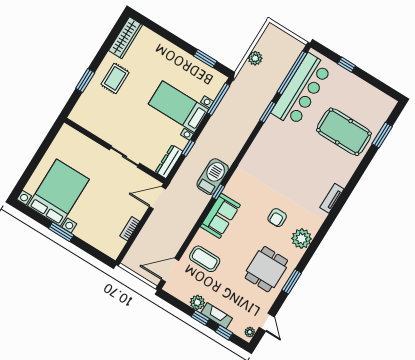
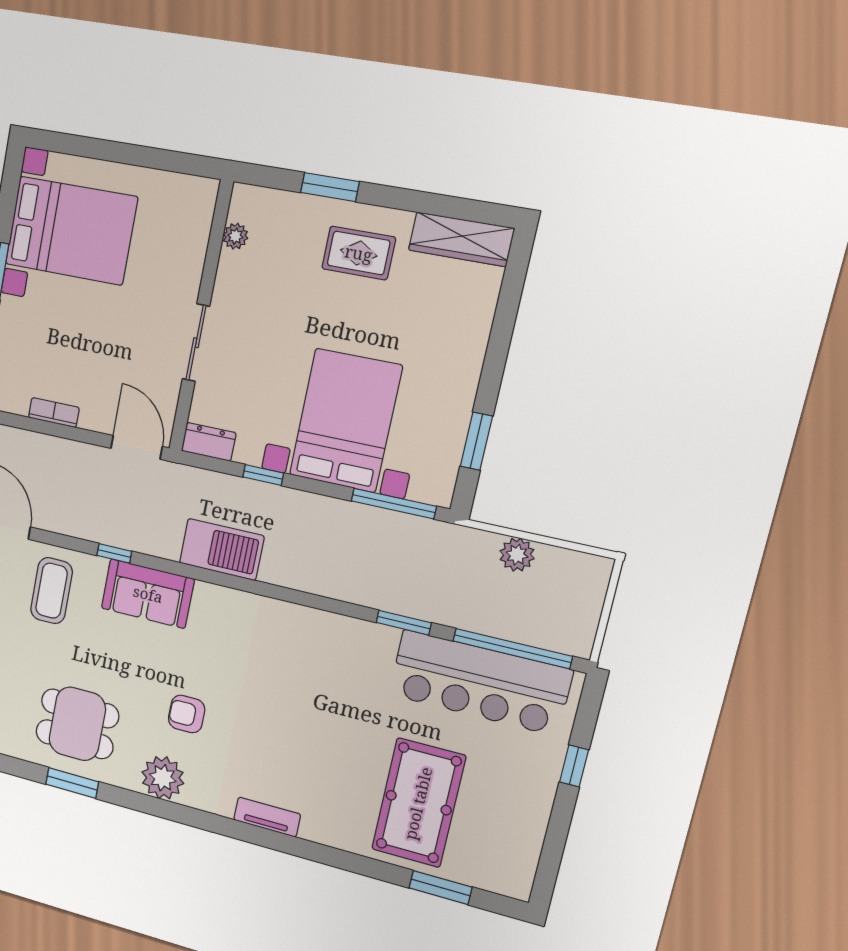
bed with nightstands: (178, 107) -> (345, 421), width x1.36
plant: (89, 125) -> (235, 236), added
dresser: (169, 162) -> (209, 442), width x0.70
window: (218, 192) -> (114, 553), moved

